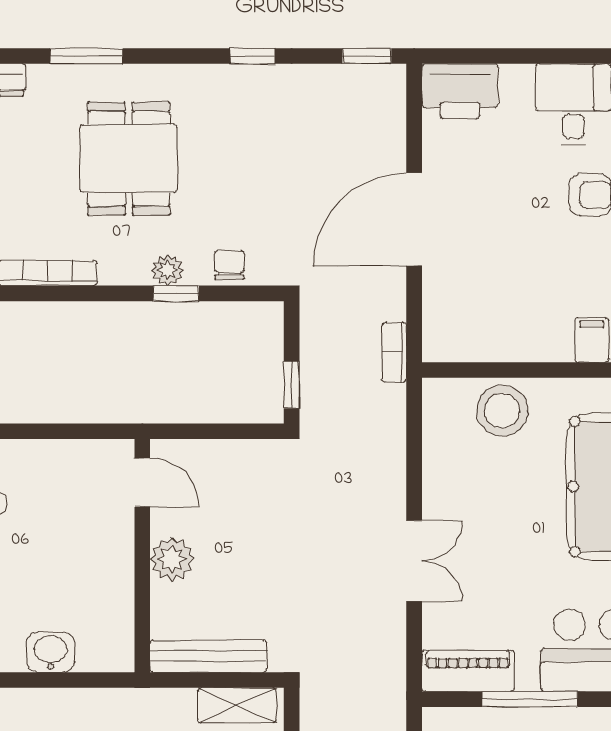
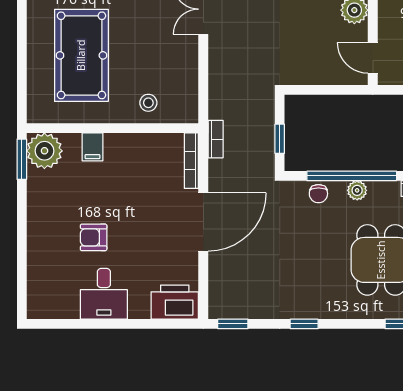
window: (176, 293) -> (352, 176), width x3.17
bookcase: (433, 318) -> (191, 161), added
window: (292, 385) -> (280, 139), moved
stool: (502, 411) -> (148, 103), width x0.53, depth x0.53

